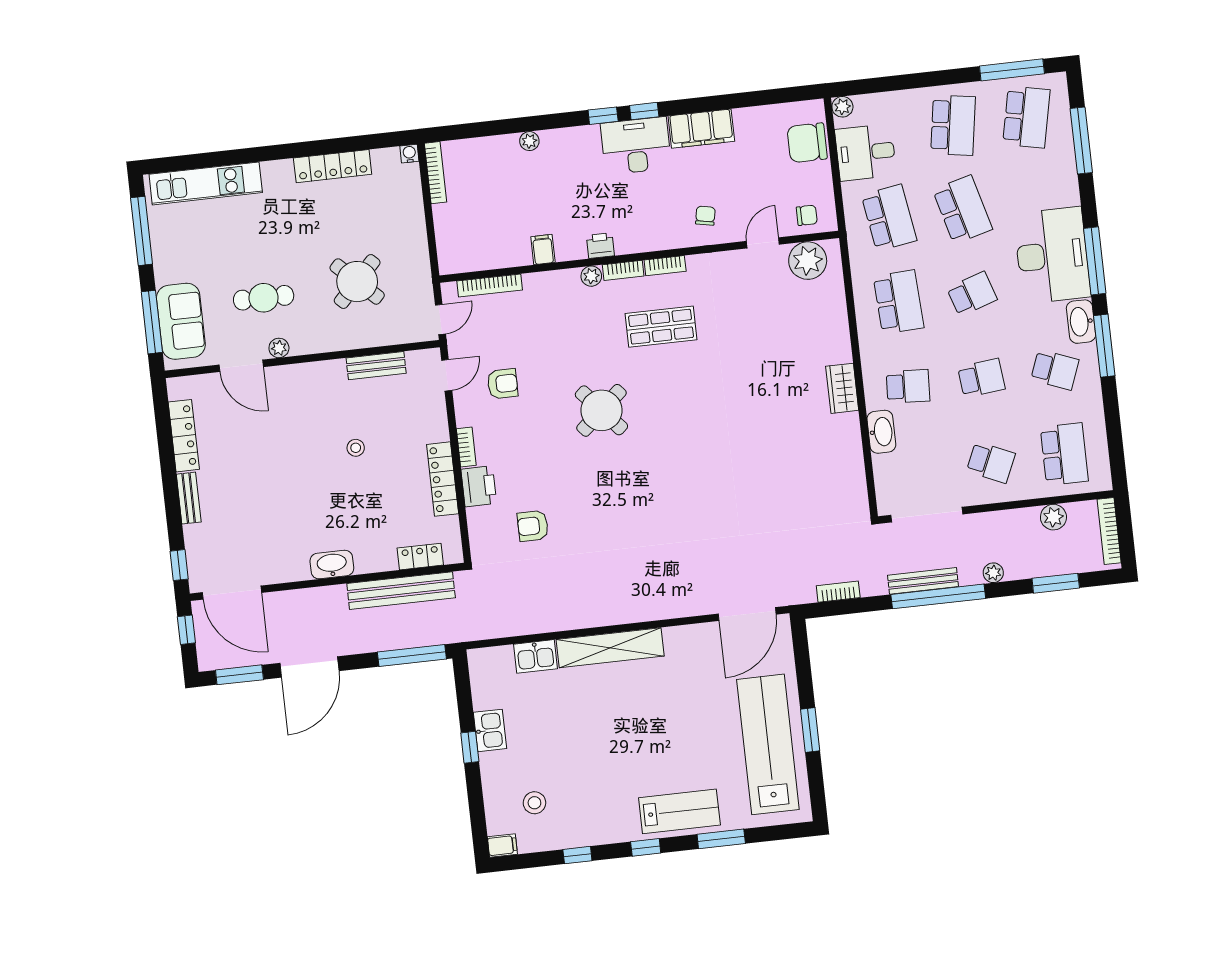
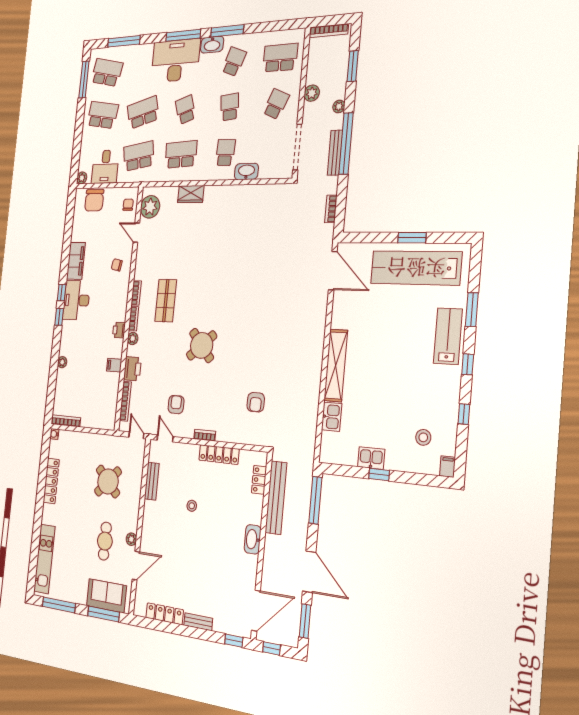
wardrobe: (842, 388) -> (191, 194), moved
printer: (479, 486) -> (132, 369), moved, turned 90
plant: (1053, 517) -> (312, 93), moved

